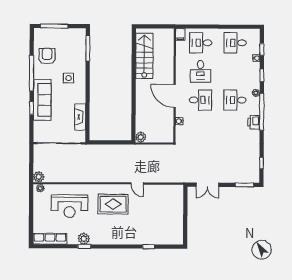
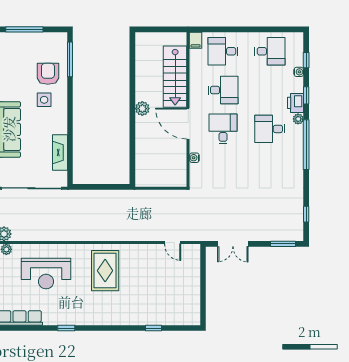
desk: (235, 43) -> (270, 51), turned 180
armchair: (47, 56) -> (48, 74), moved
stairs: (144, 56) -> (175, 77), moved, turned 180
desk: (201, 71) -> (223, 90), turned -90
desk: (200, 100) -> (223, 129), turned -90
printer: (254, 122) -> (295, 103), moved
plant: (141, 137) -> (142, 109), moved
door: (137, 184) -> (173, 243), moved
rug: (113, 204) -> (105, 271), turned 90
plant: (84, 239) -> (66, 318), removed

